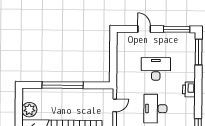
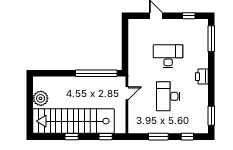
window: (177, 29) -> (189, 16), width x0.46
window: (63, 85) -> (96, 73), moved

